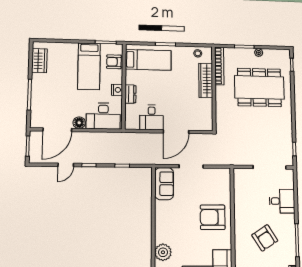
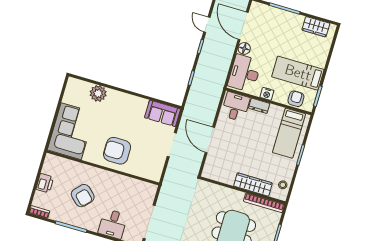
desk: (152, 117) -> (236, 107), moved, turned 90
armchair: (213, 217) -> (117, 151), turned -90
armchair: (265, 238) -> (83, 196), turned -104

